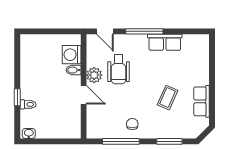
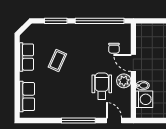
row of seats: (165, 42) -> (27, 97), moved, turned 90
chair: (132, 124) -> (114, 48), moved
window: (121, 141) -> (100, 21), width x1.46

